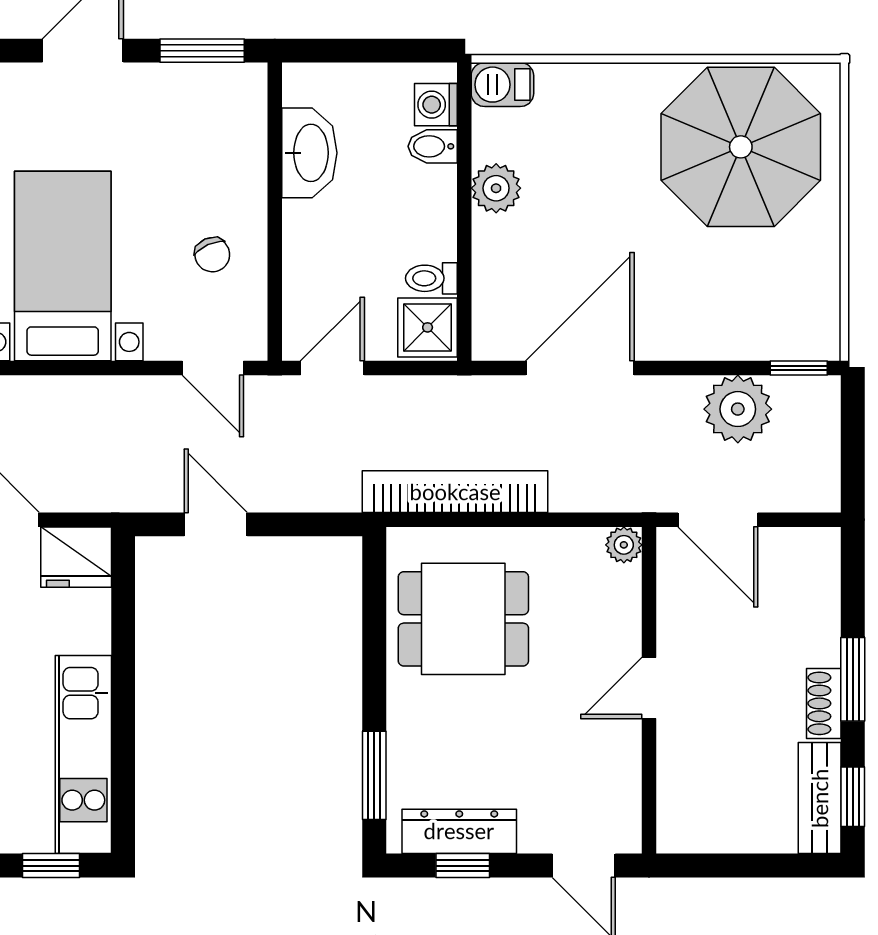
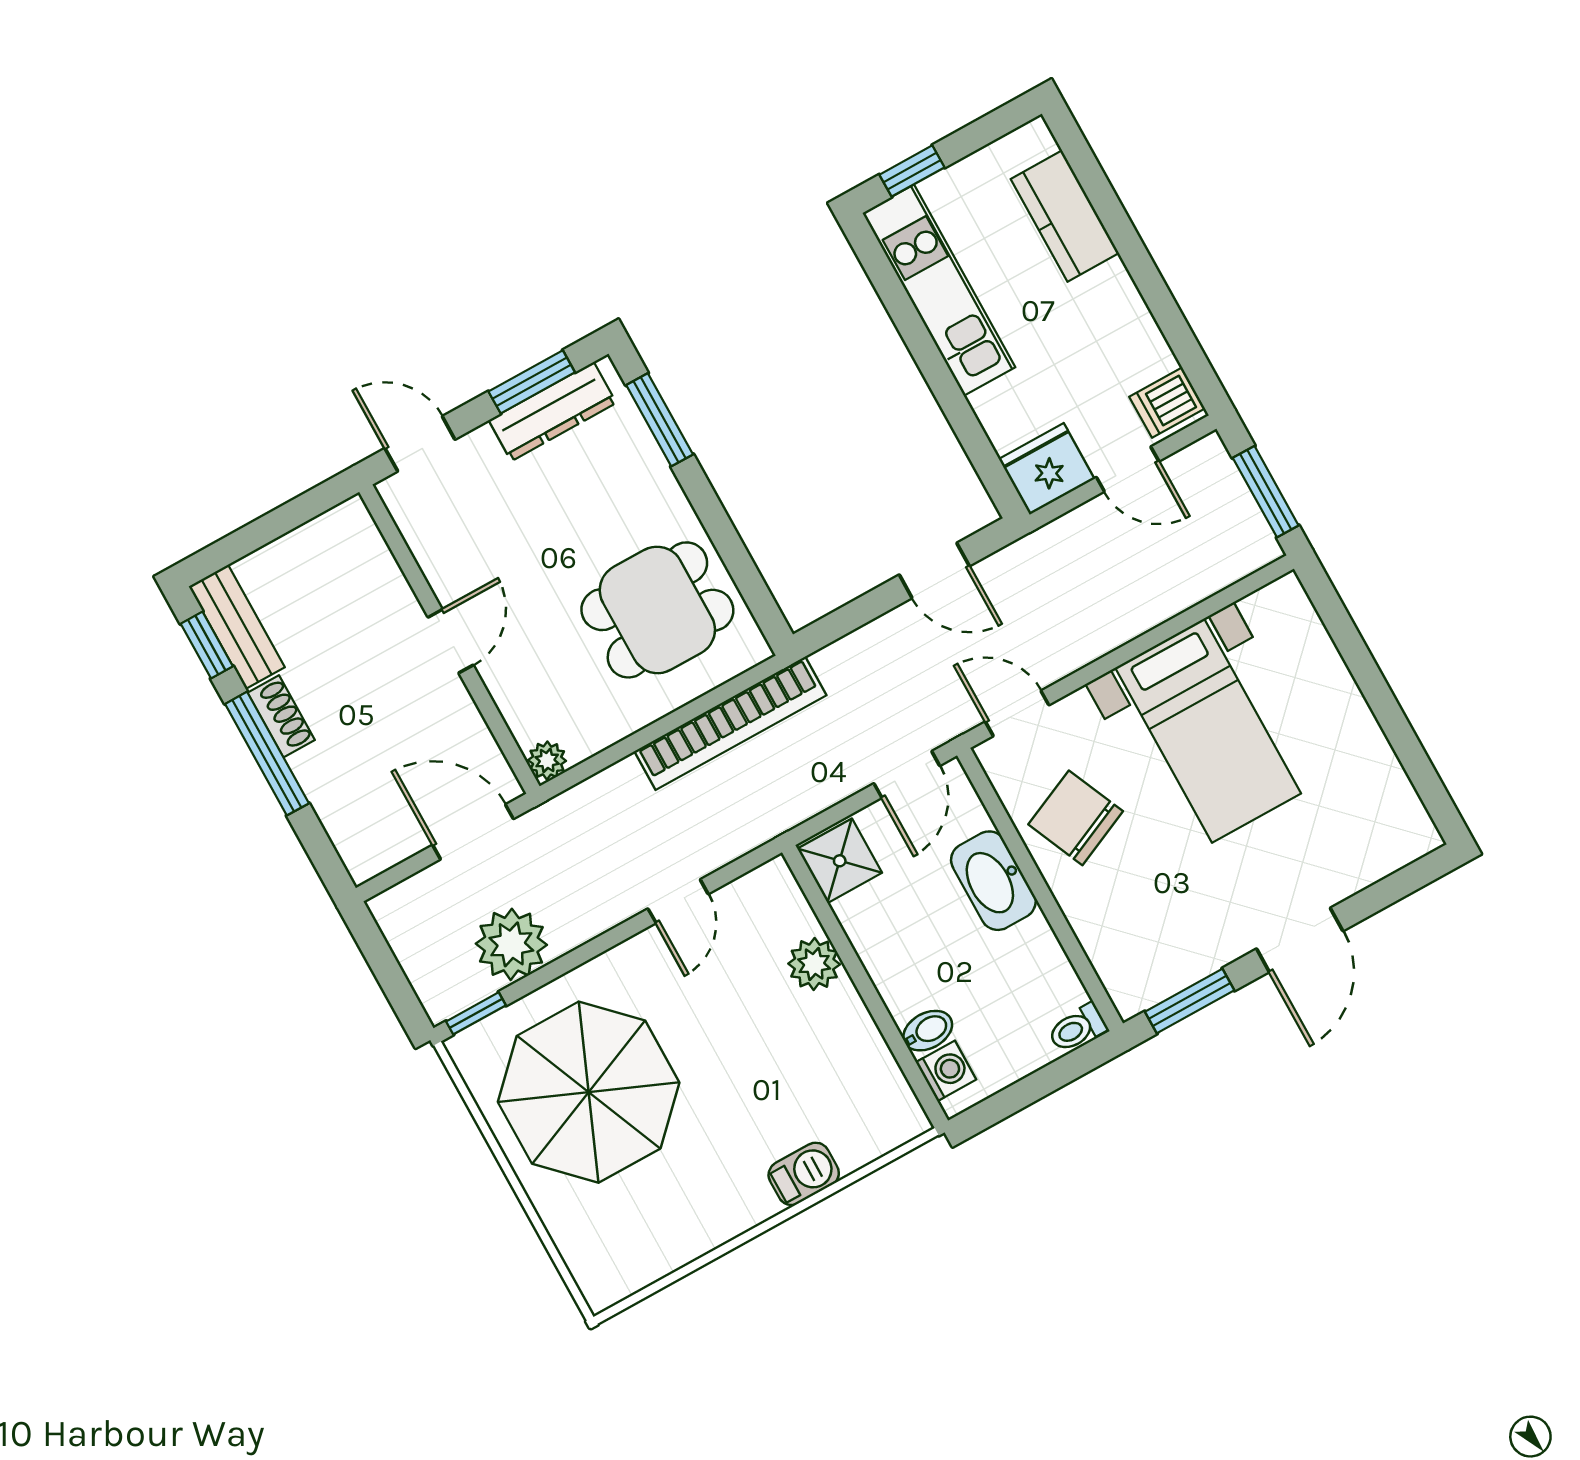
barbecue: (502, 85) -> (804, 1174), moved
parasol: (741, 147) -> (589, 1092), moved
washbasin: (309, 153) -> (993, 881), moved
plant: (496, 188) -> (814, 964), moved
chair: (212, 255) -> (1076, 818), width x1.87, depth x1.87
toilet: (431, 278) -> (1077, 1028), moved, turned 180
door: (580, 368) -> (678, 901), width x0.53
window: (853, 679) -> (267, 754), width x1.44
window: (463, 866) -> (532, 382), width x1.50

